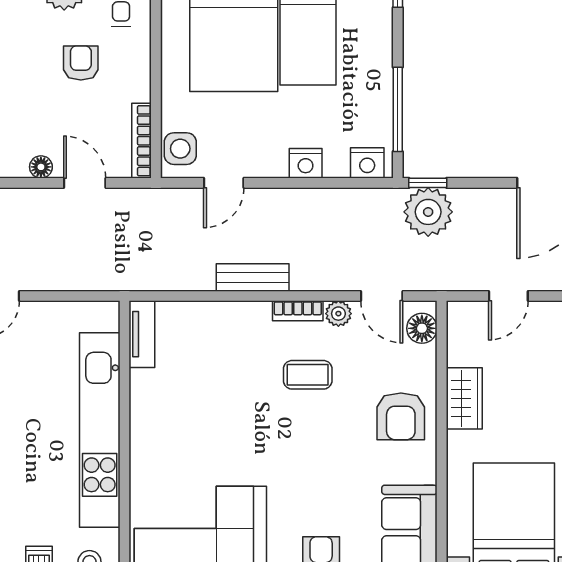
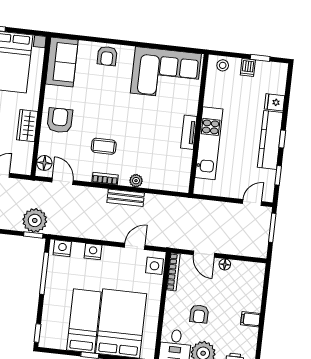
plant: (338, 314) -> (136, 181), moved
tv unit: (142, 334) -> (189, 132), moved
kitchen unit: (100, 430) -> (209, 143), width x0.73

